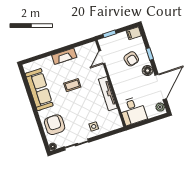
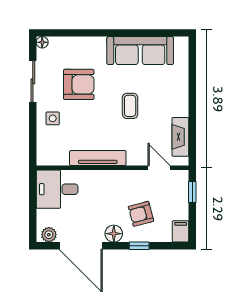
fireplace: (64, 56) -> (180, 137), moved
armchair: (55, 125) -> (79, 84), moved

